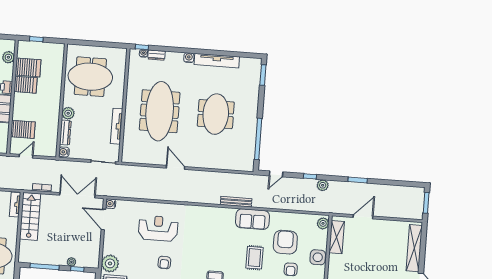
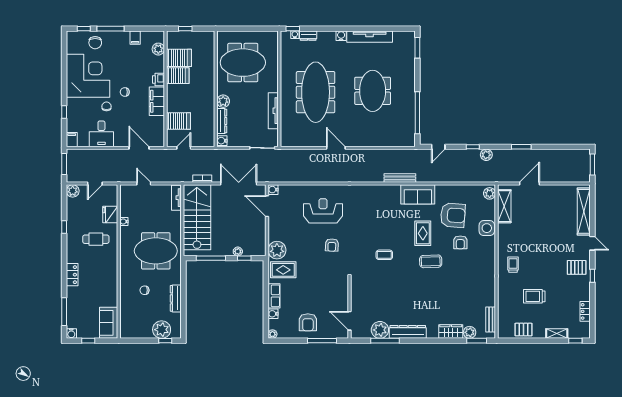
stairs: (30, 216) -> (197, 217), width x1.36, depth x1.51
armchair: (285, 242) -> (453, 215), turned 94

